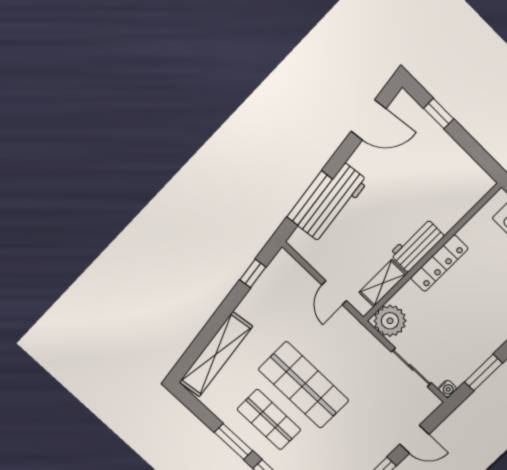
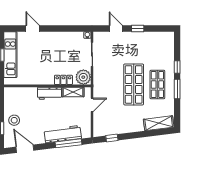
stool: (430, 148) -> (14, 120), added
locker: (439, 263) -> (63, 80), moved, width x0.66
shelving: (216, 354) -> (159, 123), width x0.68
window: (483, 372) -> (70, 29), removed

